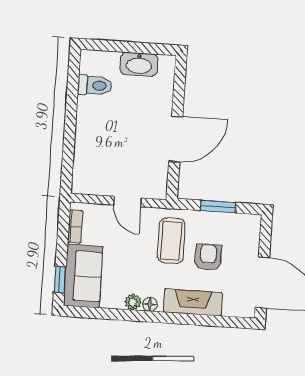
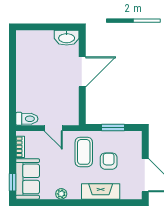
washbasin: (139, 64) -> (67, 38), moved
toilet: (95, 85) -> (27, 119), moved
door: (176, 139) -> (82, 72), moved
floor lamp: (150, 304) -> (72, 195), removed

